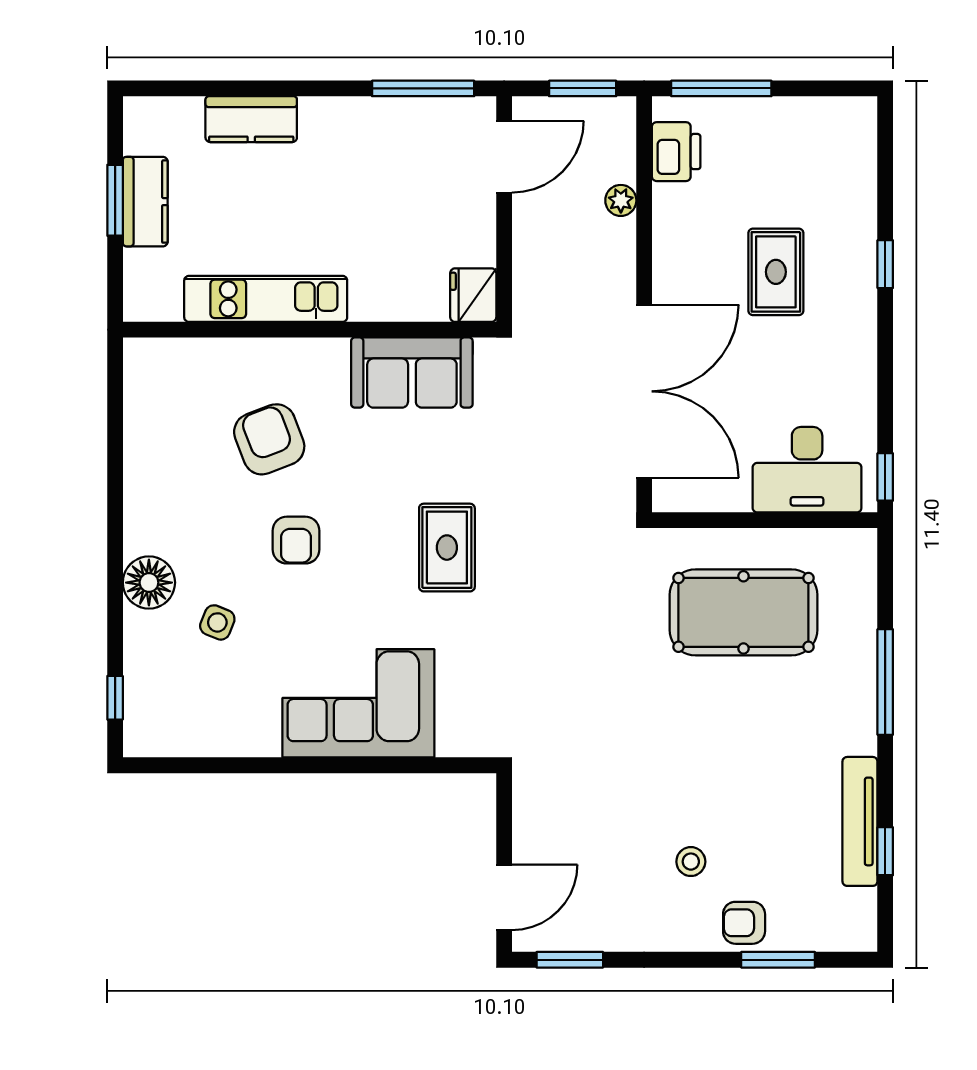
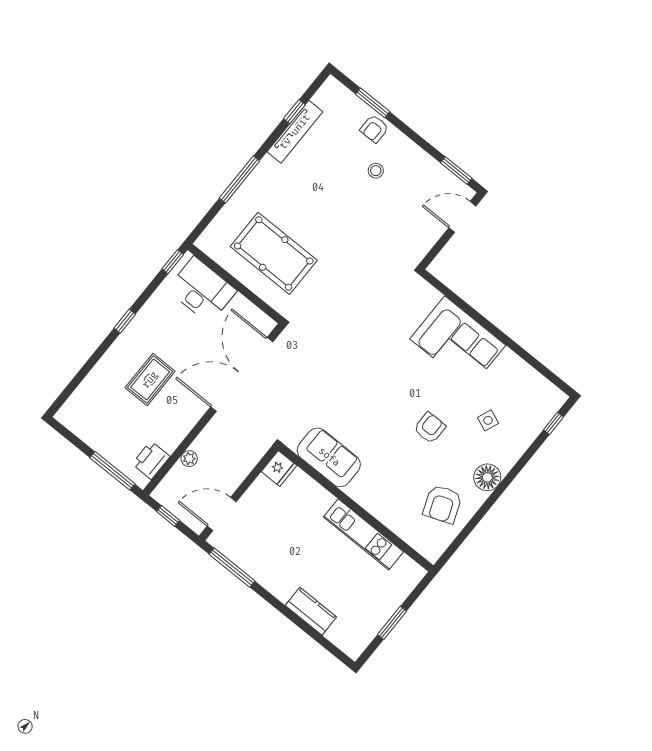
window: (583, 88) -> (168, 516), width x0.67
kitchen counter: (145, 202) -> (380, 613), removed
window: (885, 264) -> (125, 321), moved
armchair: (269, 439) -> (442, 504), moved
rug: (447, 548) -> (372, 376), removed
floor lamp: (149, 583) -> (487, 477), moved
armchair: (744, 923) -> (374, 129), turned 90

